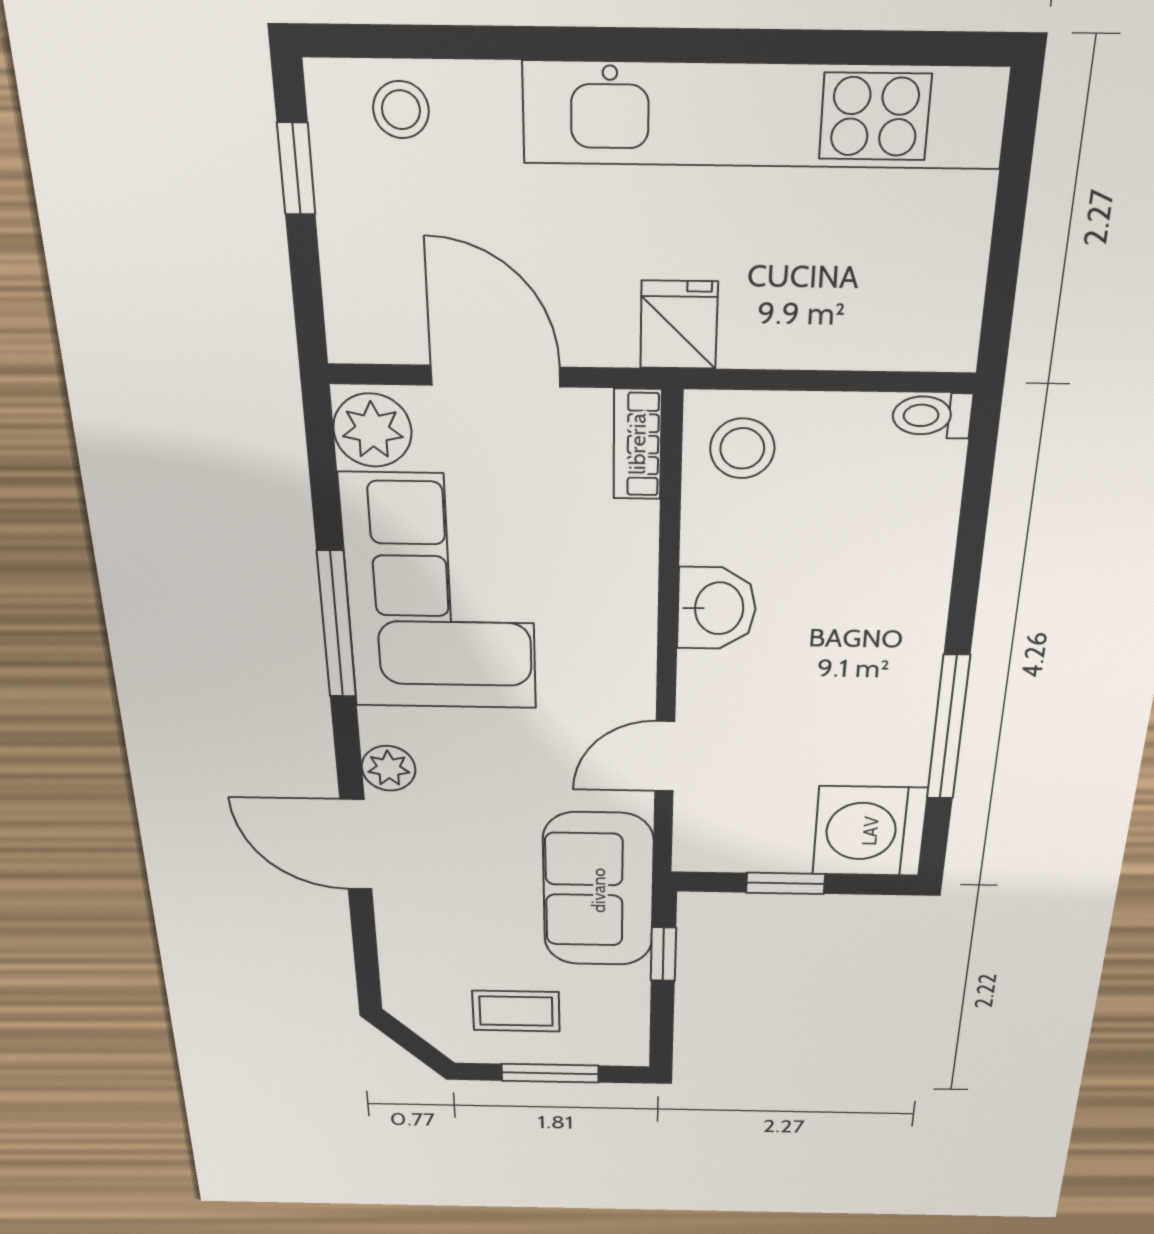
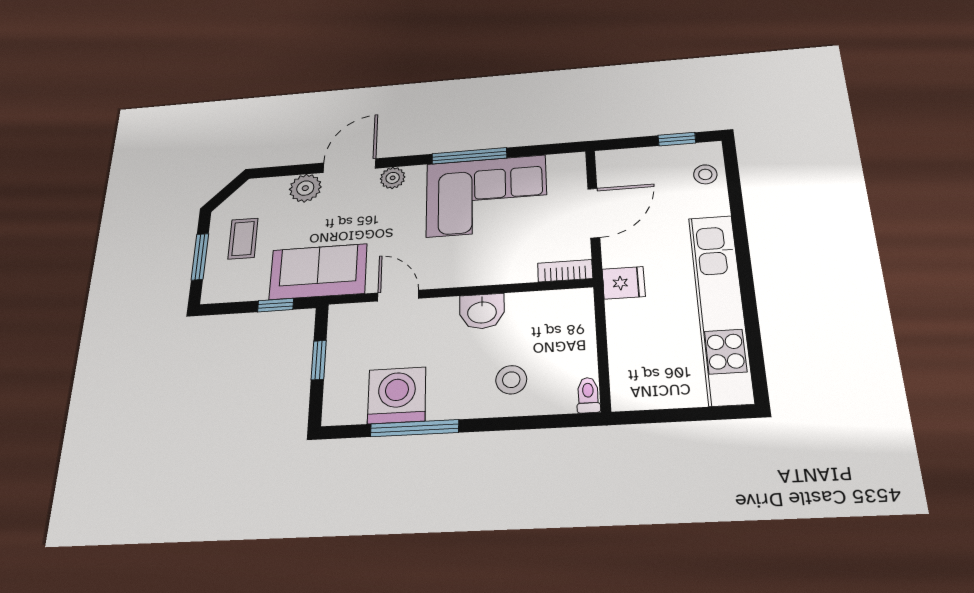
plant: (372, 430) -> (305, 188), moved
stool: (742, 448) -> (511, 380), moved
washing machine: (870, 831) -> (397, 395), moved

